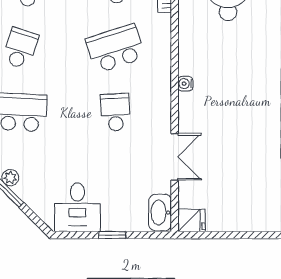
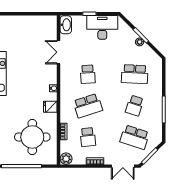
desk: (77, 207) -> (102, 27), width x1.37
fridge: (191, 220) -> (50, 107), moved

